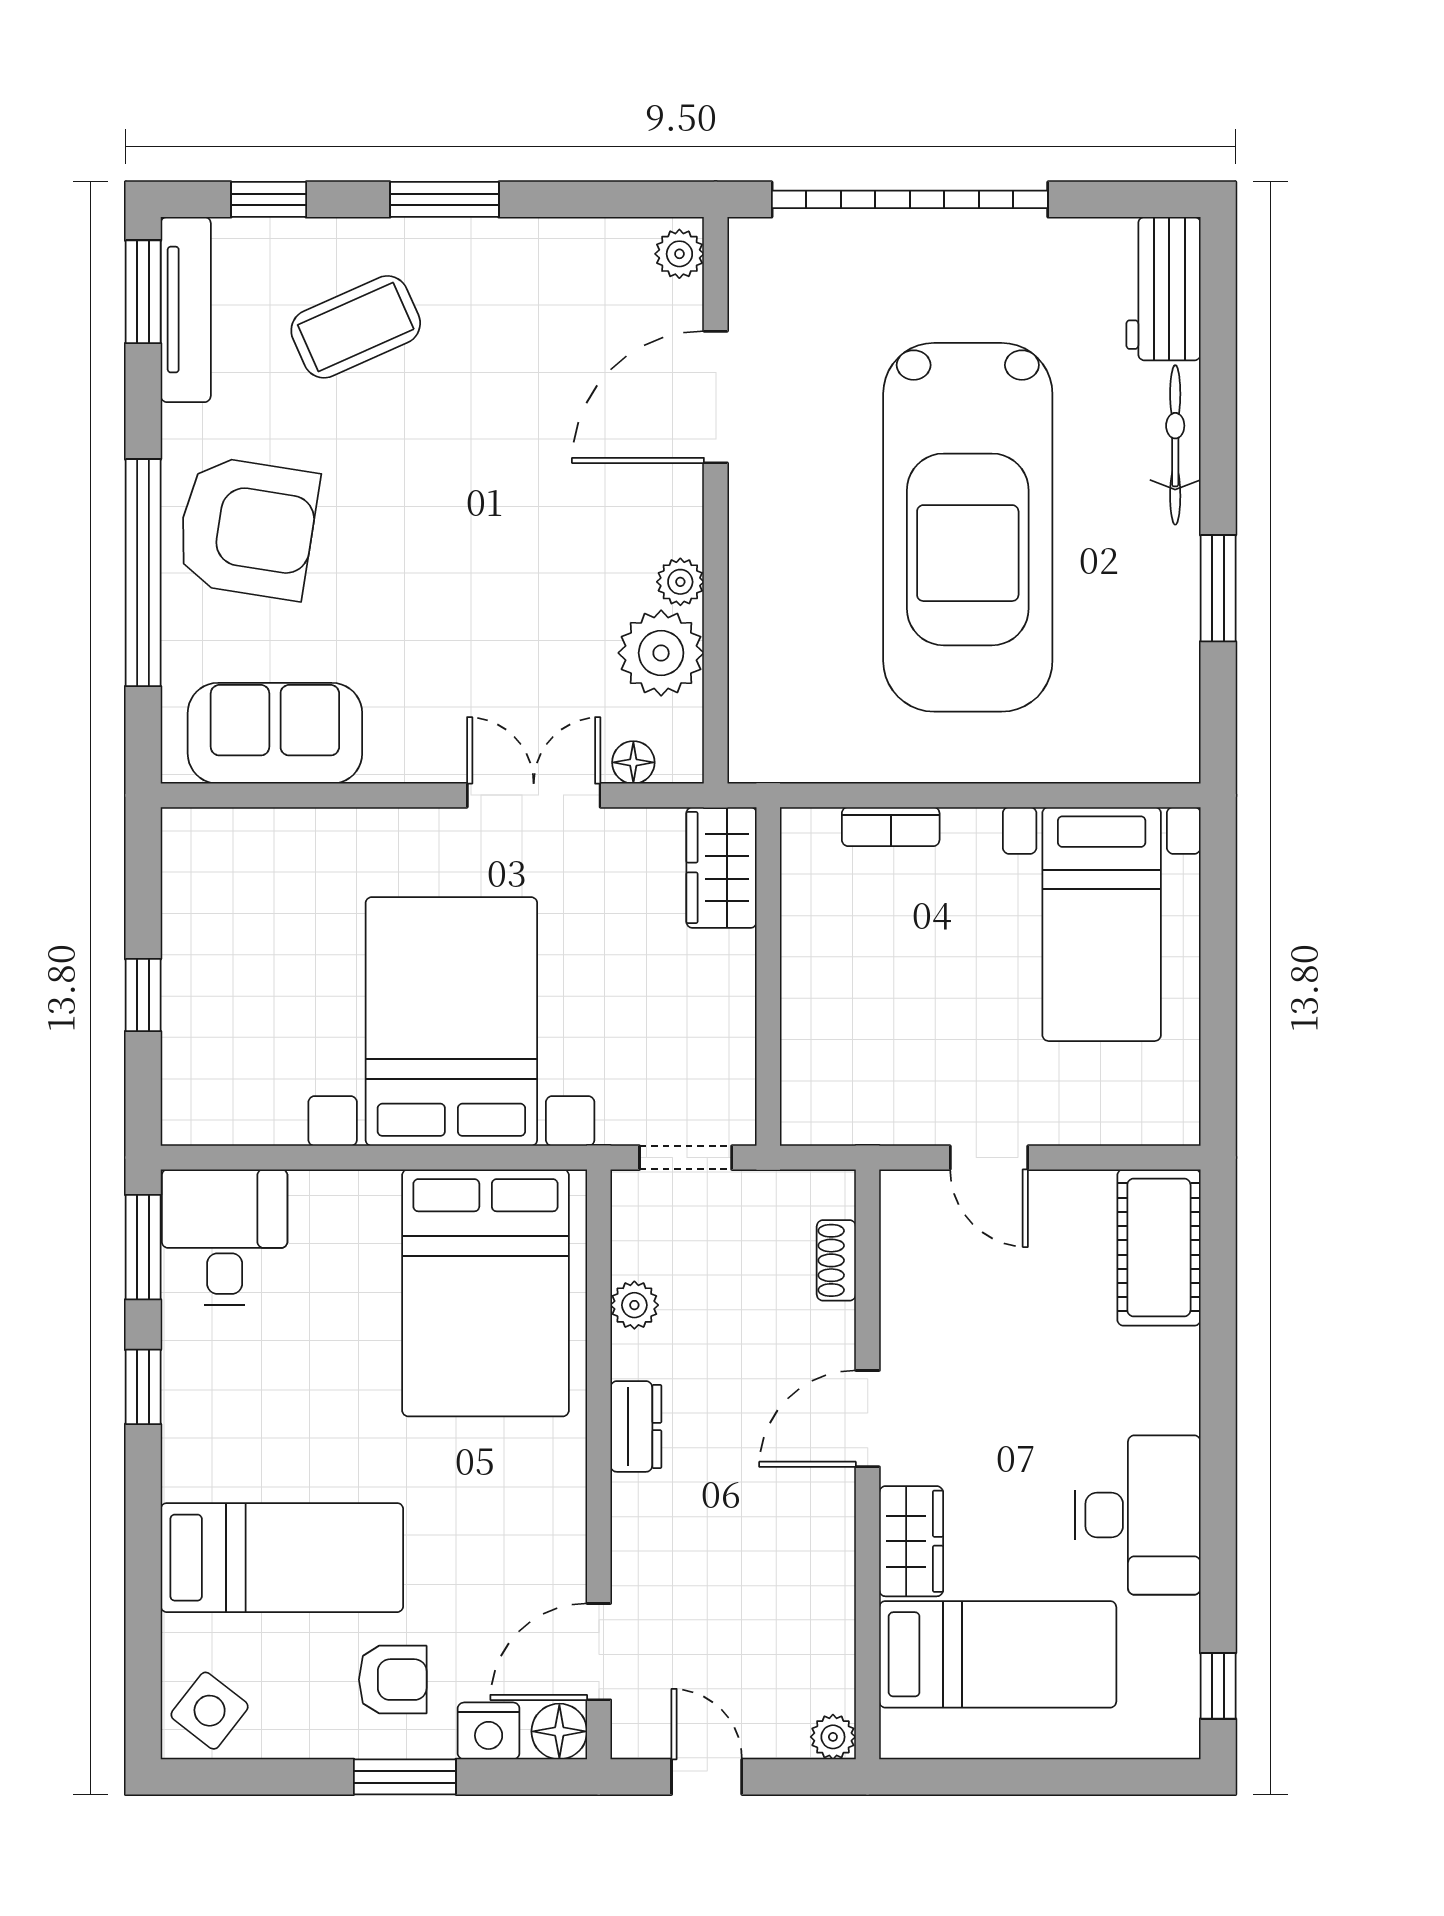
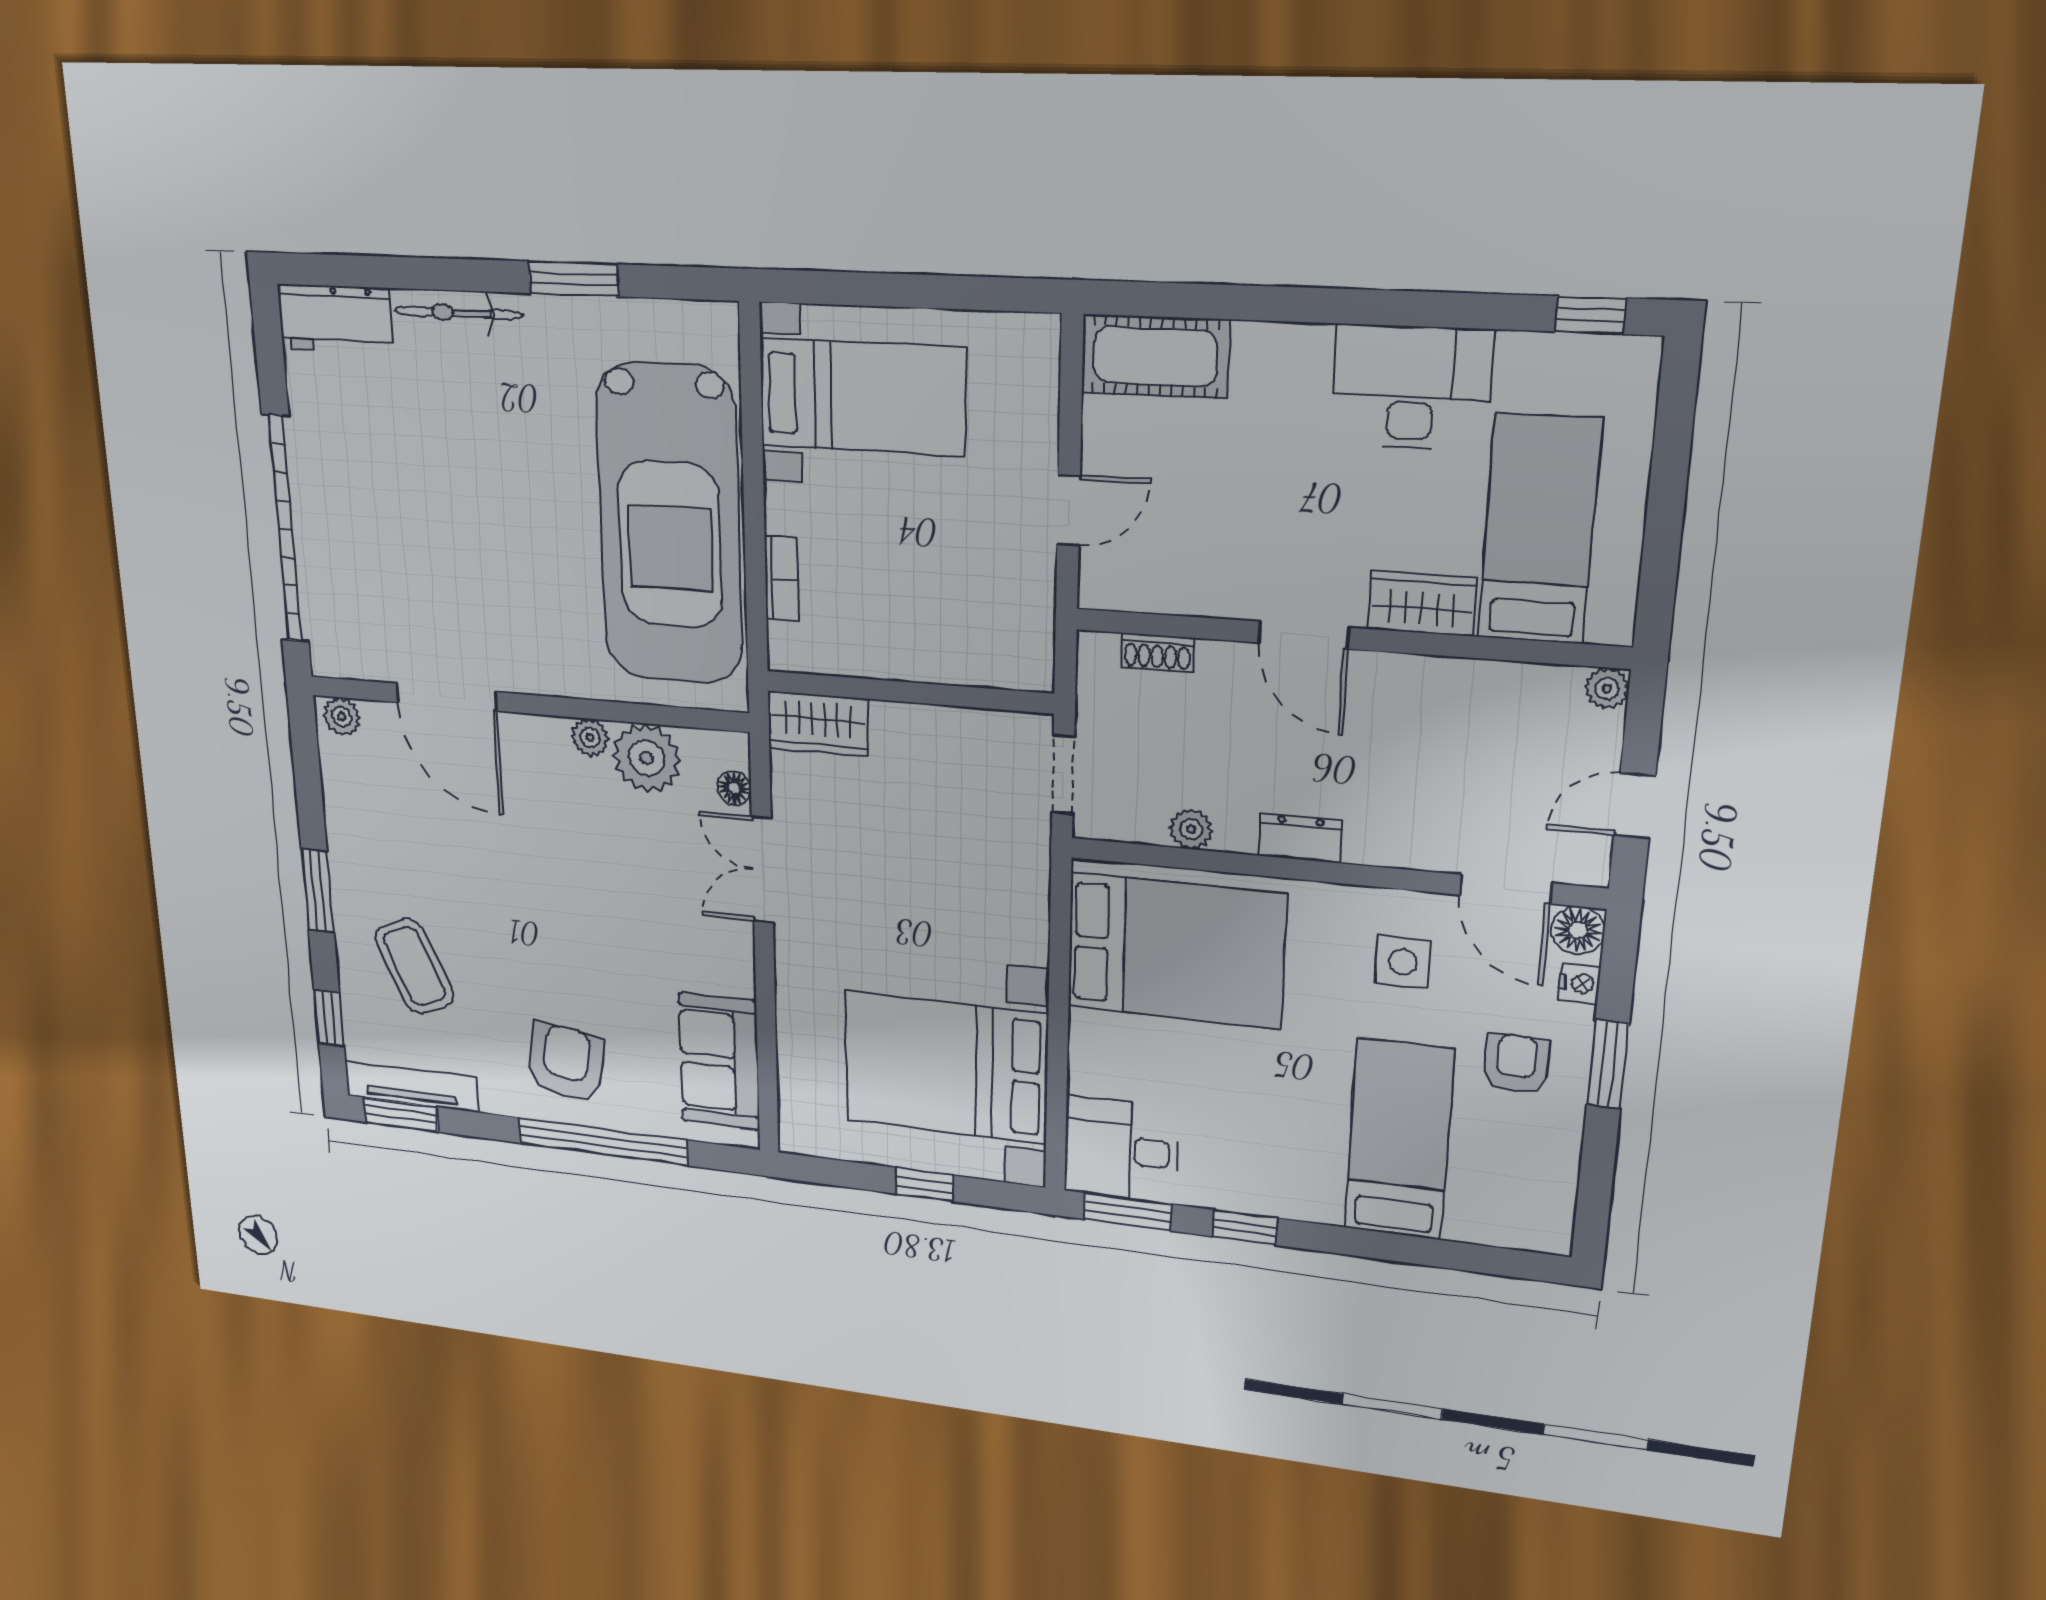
car: (968, 527) -> (669, 526), moved, turned 90
armchair: (247, 528) -> (566, 1063), width x0.73, depth x0.73
bed with nightstands: (451, 1021) -> (946, 1068), moved
side table: (210, 1711) -> (1403, 962), moved, turned -38
nightstand: (489, 1731) -> (1579, 983), width x0.72, depth x0.74

